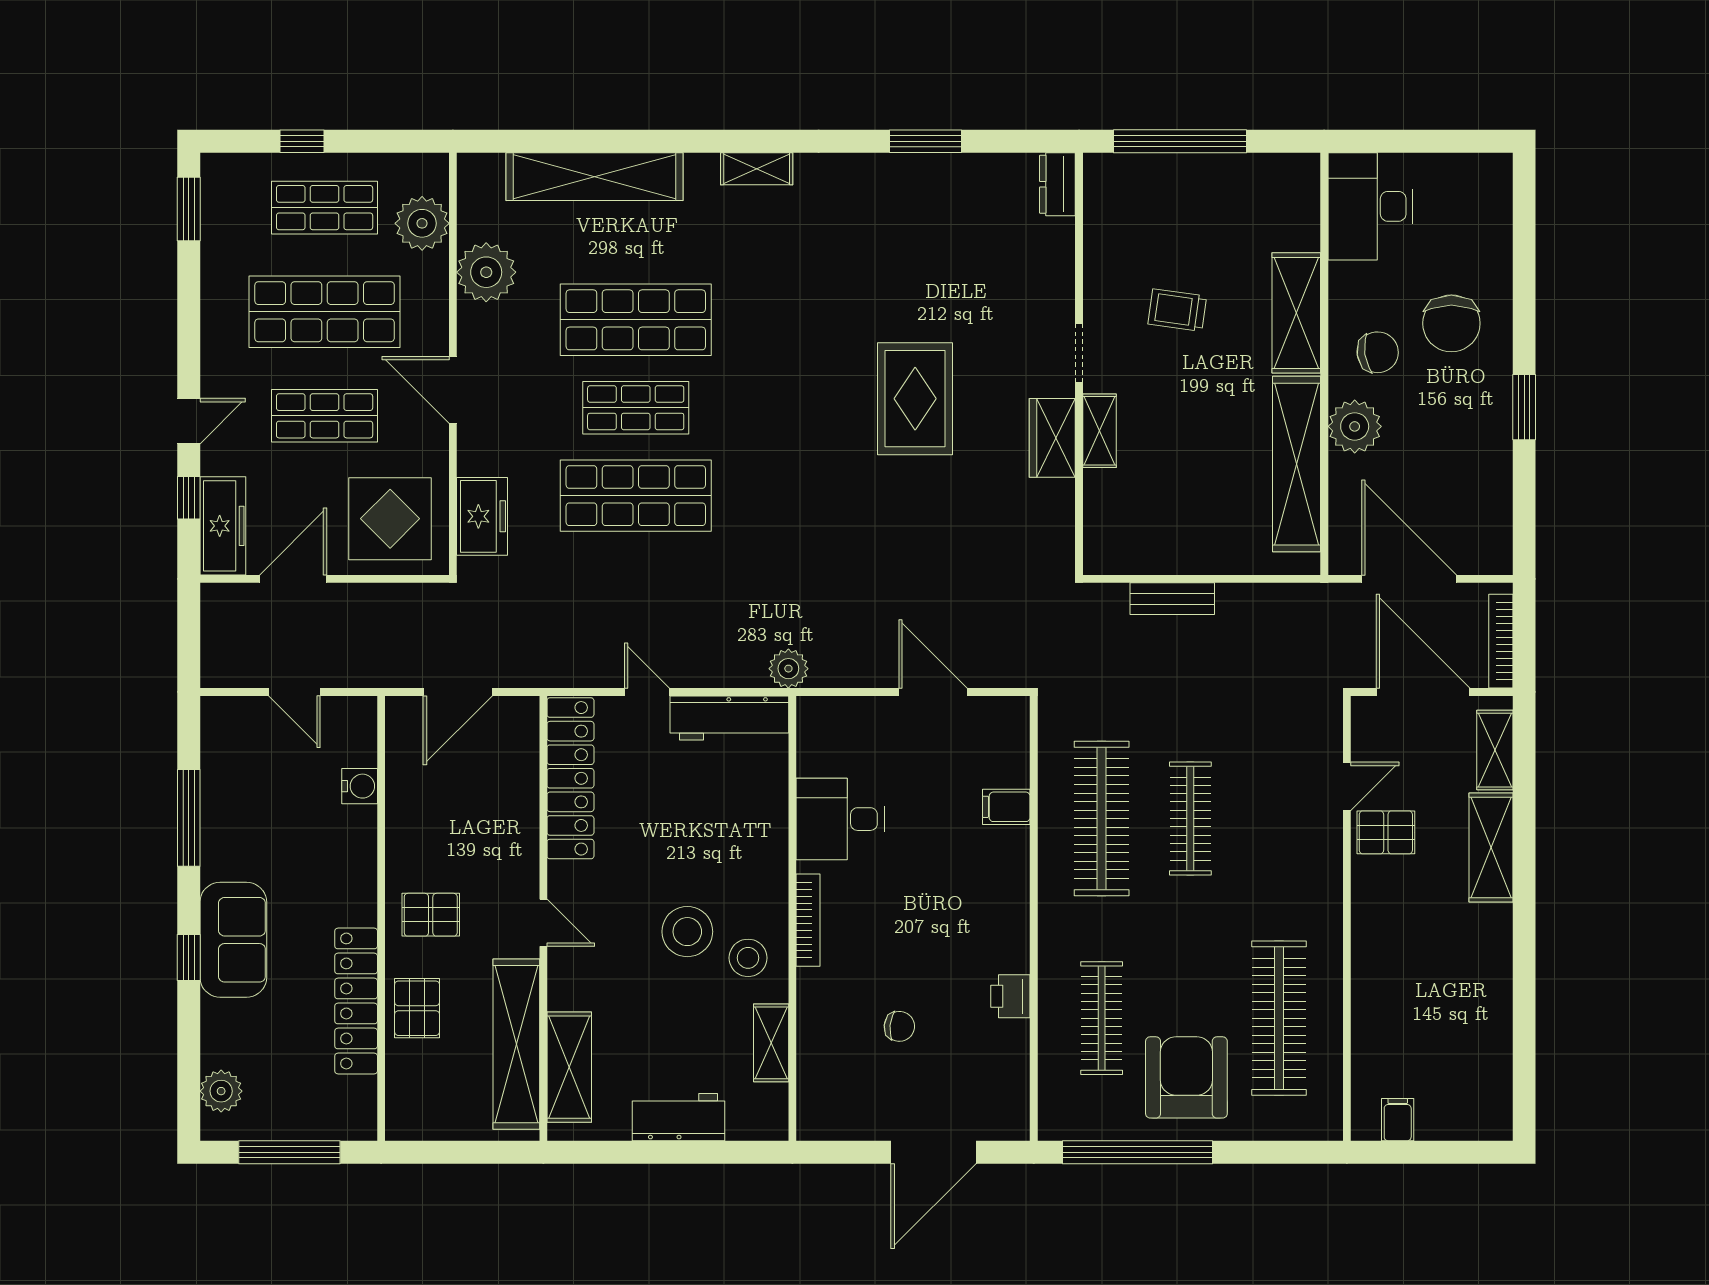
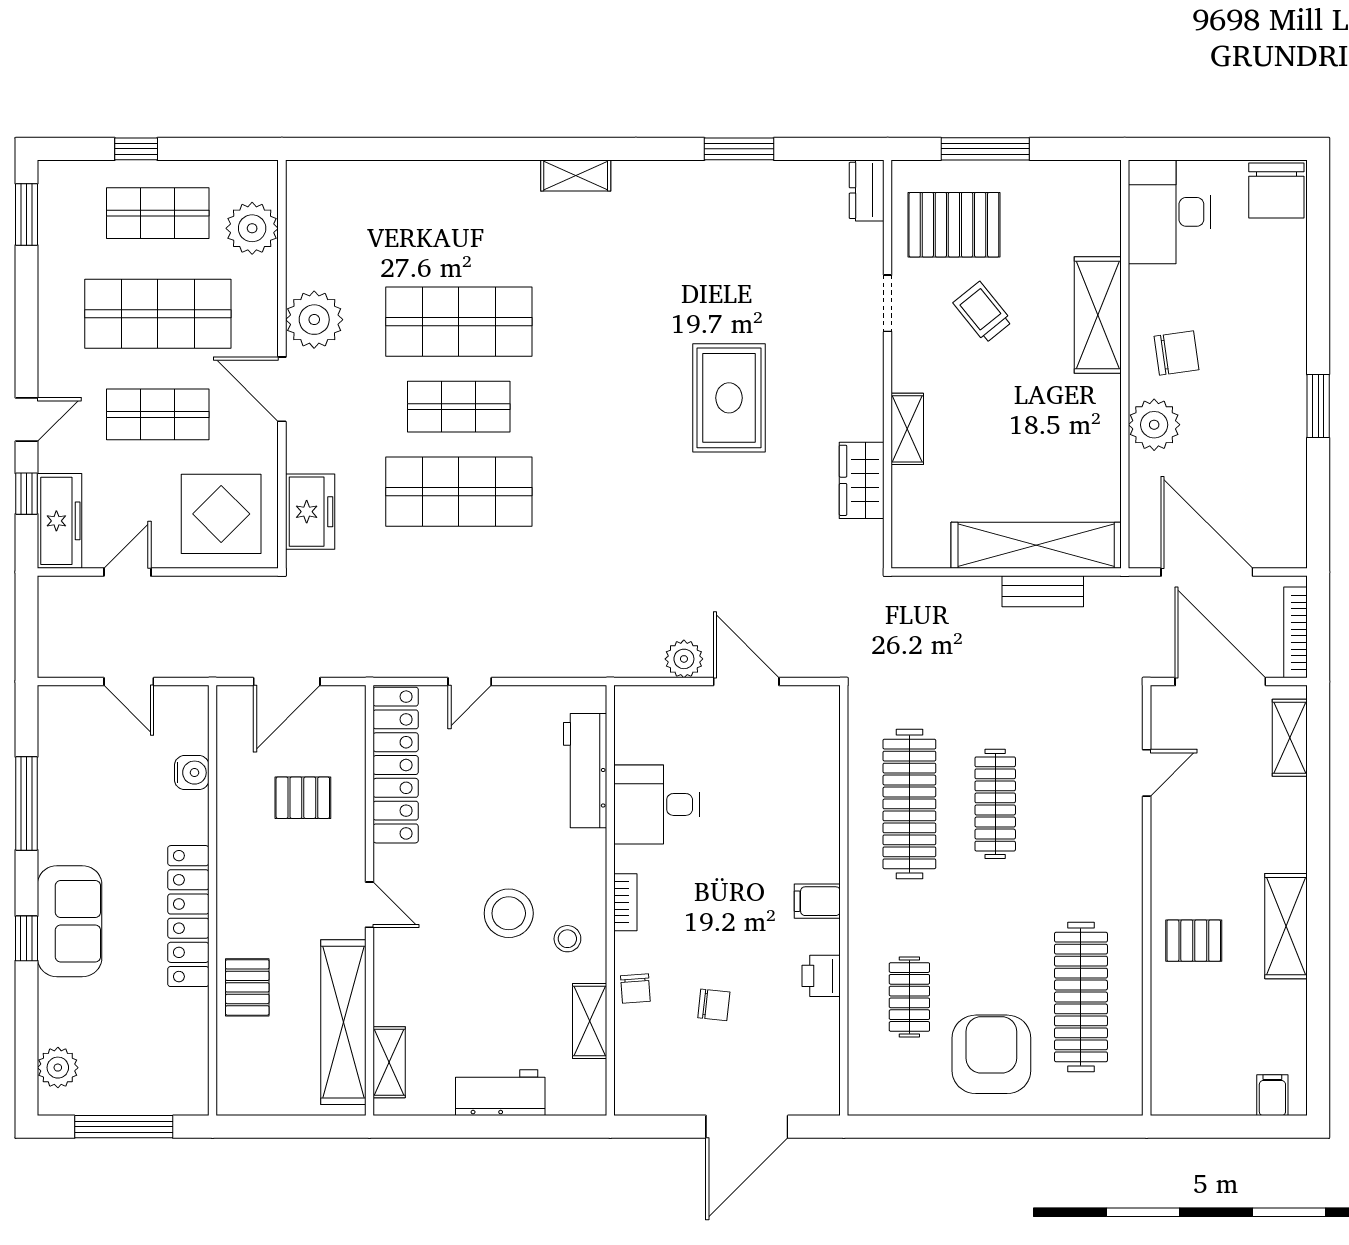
window: (1180, 141) -> (985, 149), width x0.68
shelving: (595, 177) -> (419, 183), removed
pallet: (1148, 220) -> (954, 225), added
plant: (486, 272) -> (314, 320), moved
trolley: (1177, 310) -> (983, 312), turned 43
chair: (1451, 323) -> (1276, 191), moved
doorway: (1079, 353) -> (888, 303), moved
wardrobe: (1052, 438) -> (862, 480), moved
shelving: (1297, 464) -> (1036, 545), moved, turned 90
door: (293, 579) -> (127, 572), width x0.73
bench: (1172, 599) -> (1043, 591), moved
plant: (788, 669) -> (684, 659), moved
door: (647, 692) -> (470, 682), swing flipped
workbench: (729, 718) -> (585, 771), moved, turned 90
filing cabinet: (1006, 807) -> (817, 901), moved
pallet: (1386, 832) -> (1194, 941), moved
shelving: (1491, 848) -> (1286, 926), moved
pallet: (431, 915) -> (303, 798), moved
bookcase: (808, 920) -> (625, 902), width x0.64
stool: (748, 958) -> (567, 939), width x0.73, depth x0.73
locker: (356, 1001) -> (188, 916), moved
chair: (818, 1009) -> (635, 988), added
clothes rail: (1102, 1018) -> (909, 997), width x0.73
shelving: (569, 1067) -> (389, 1062), width x0.67, depth x0.75
filing cabinet: (1398, 1120) -> (1272, 1095), moved
window: (1137, 1152) -> (944, 1127), removed

